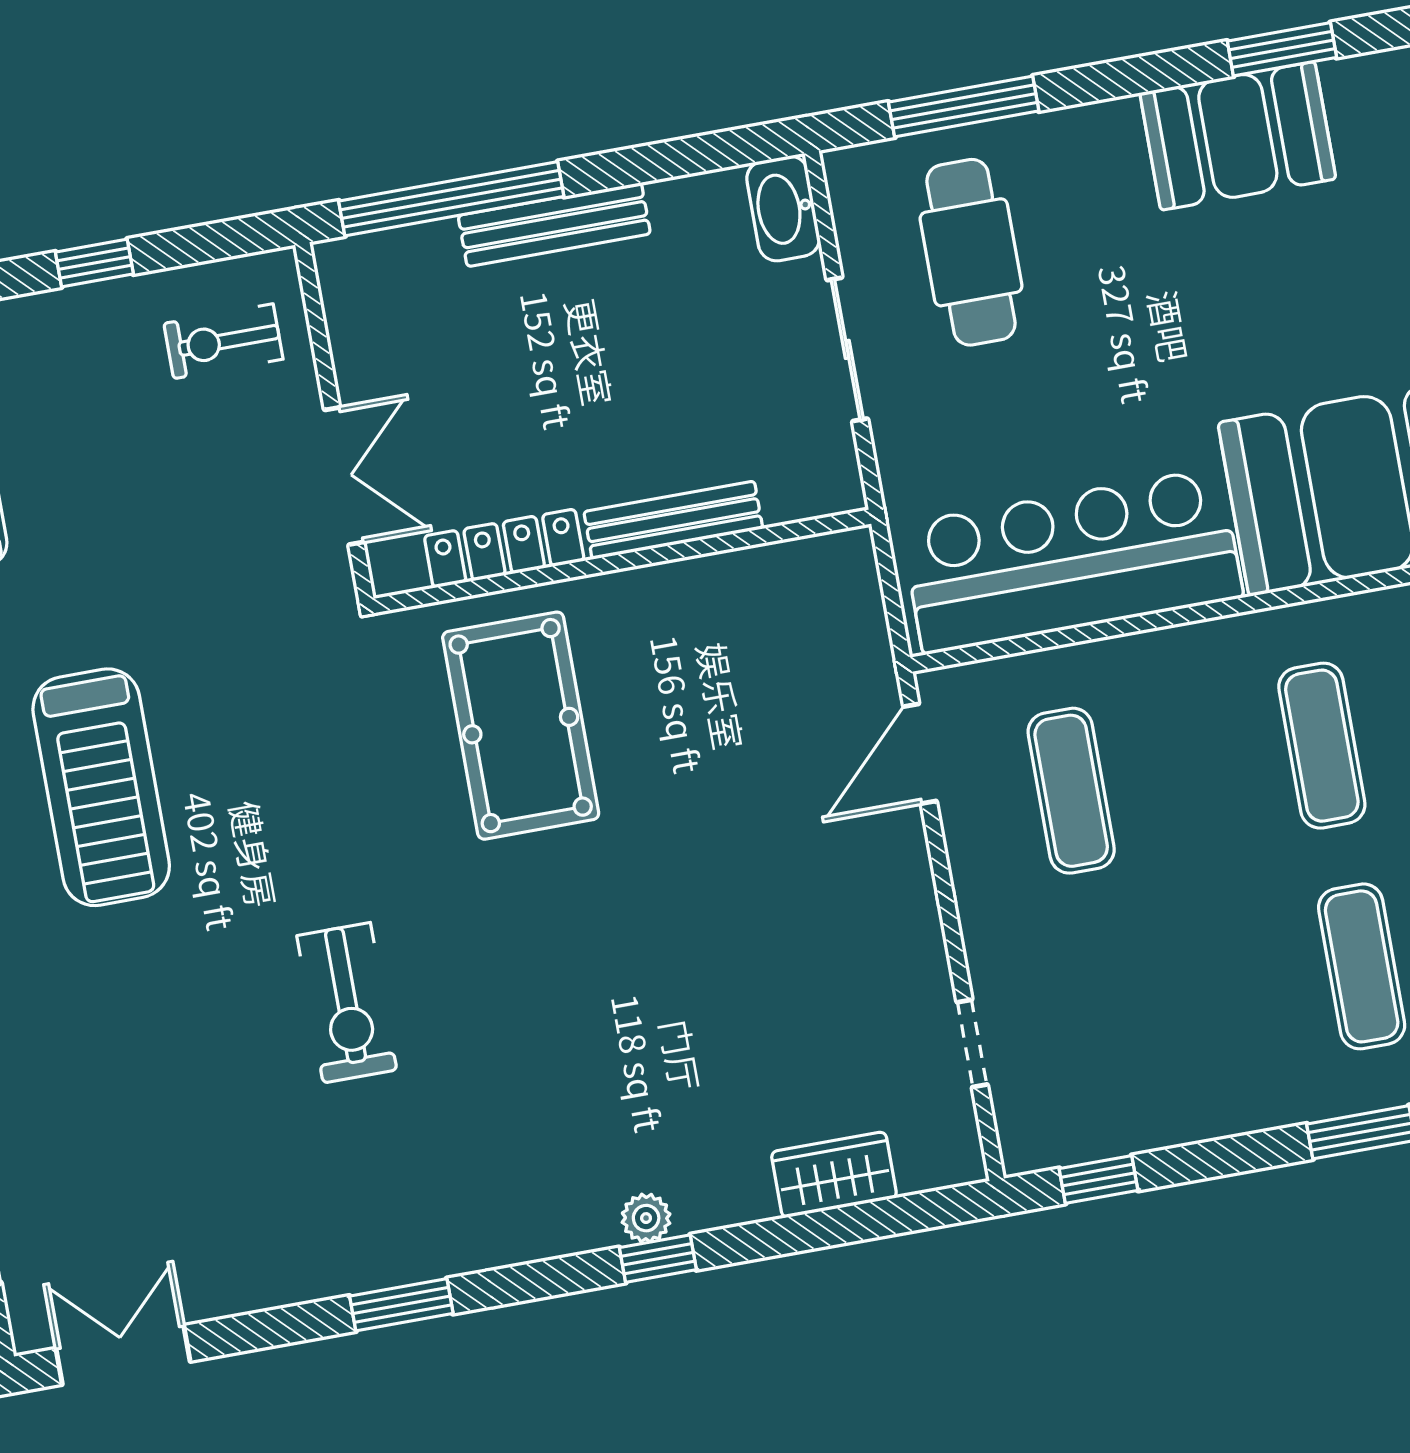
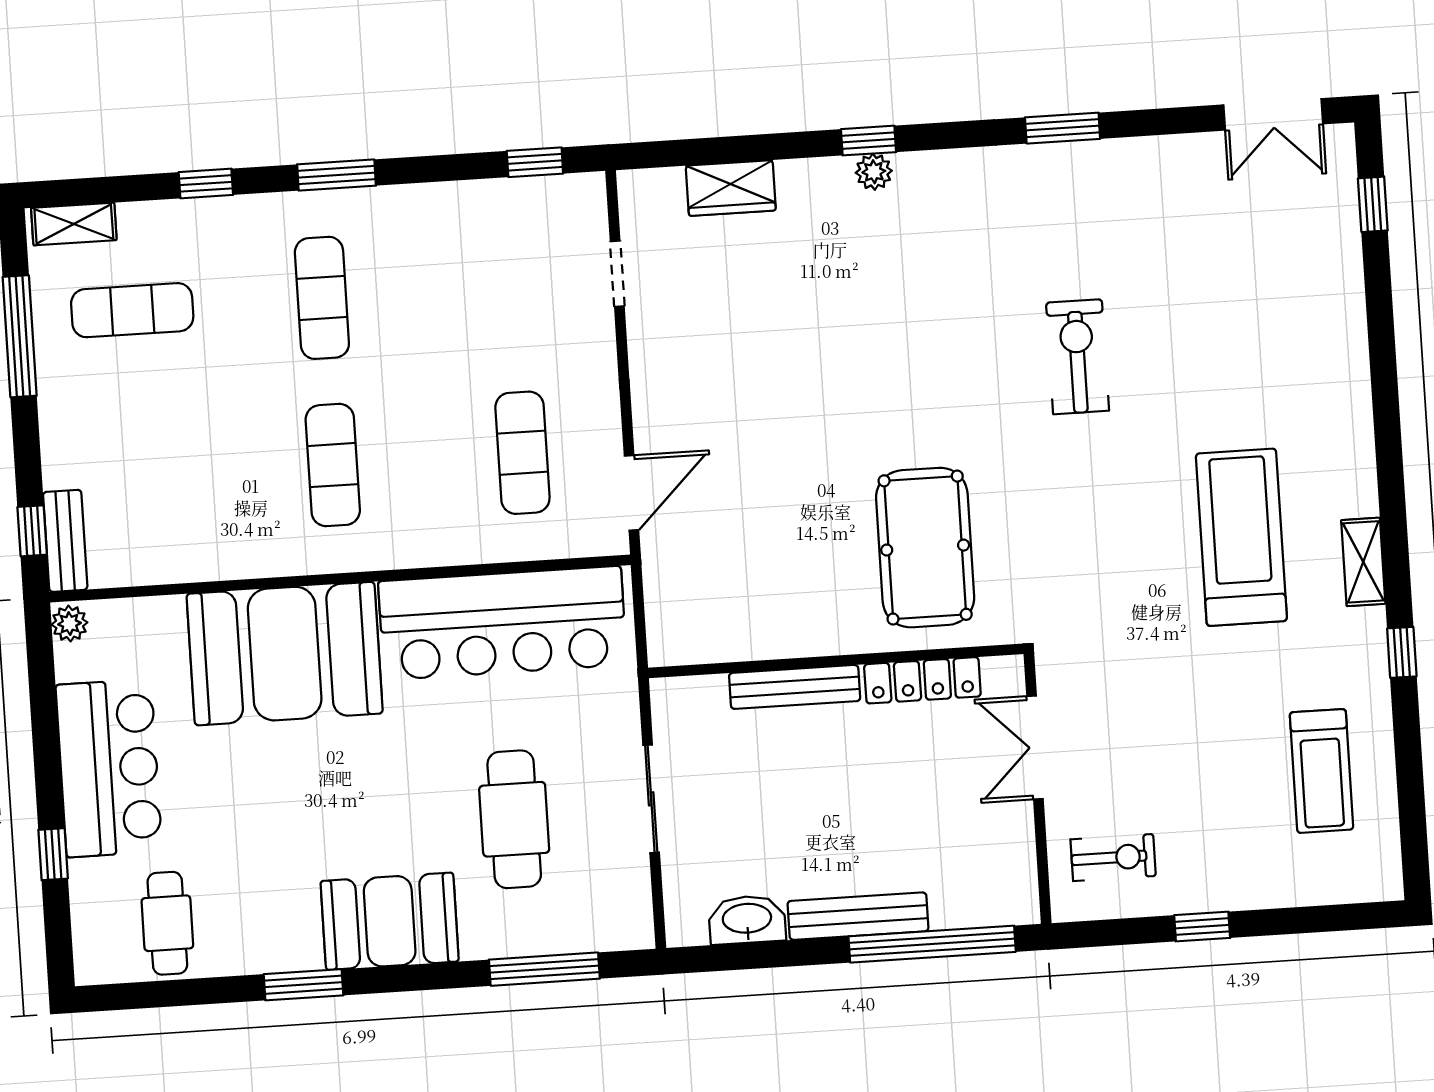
booth: (1238, 136) -> (390, 921), moved
washbasin: (783, 208) -> (747, 920), moved, turned -90
cafe table: (971, 252) -> (514, 819), moved

